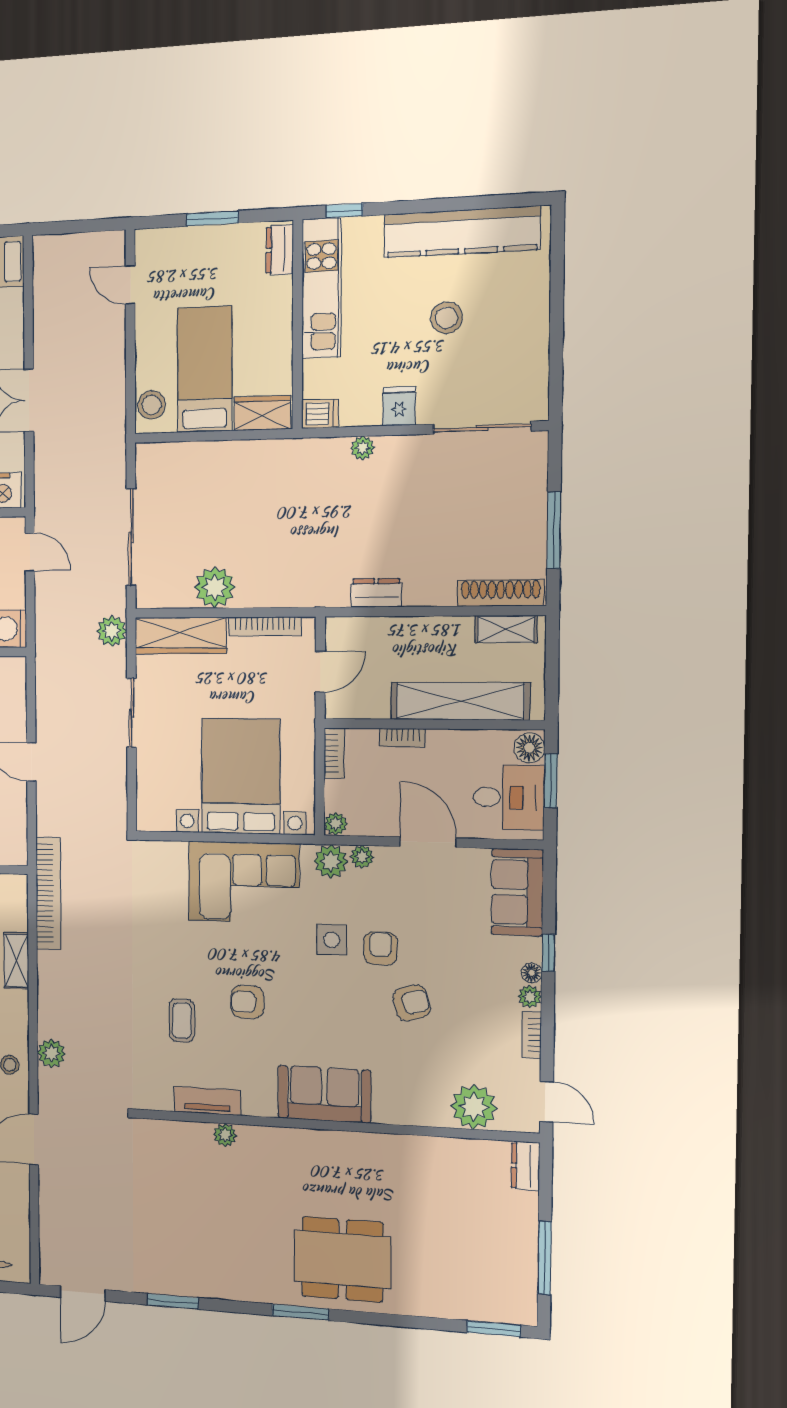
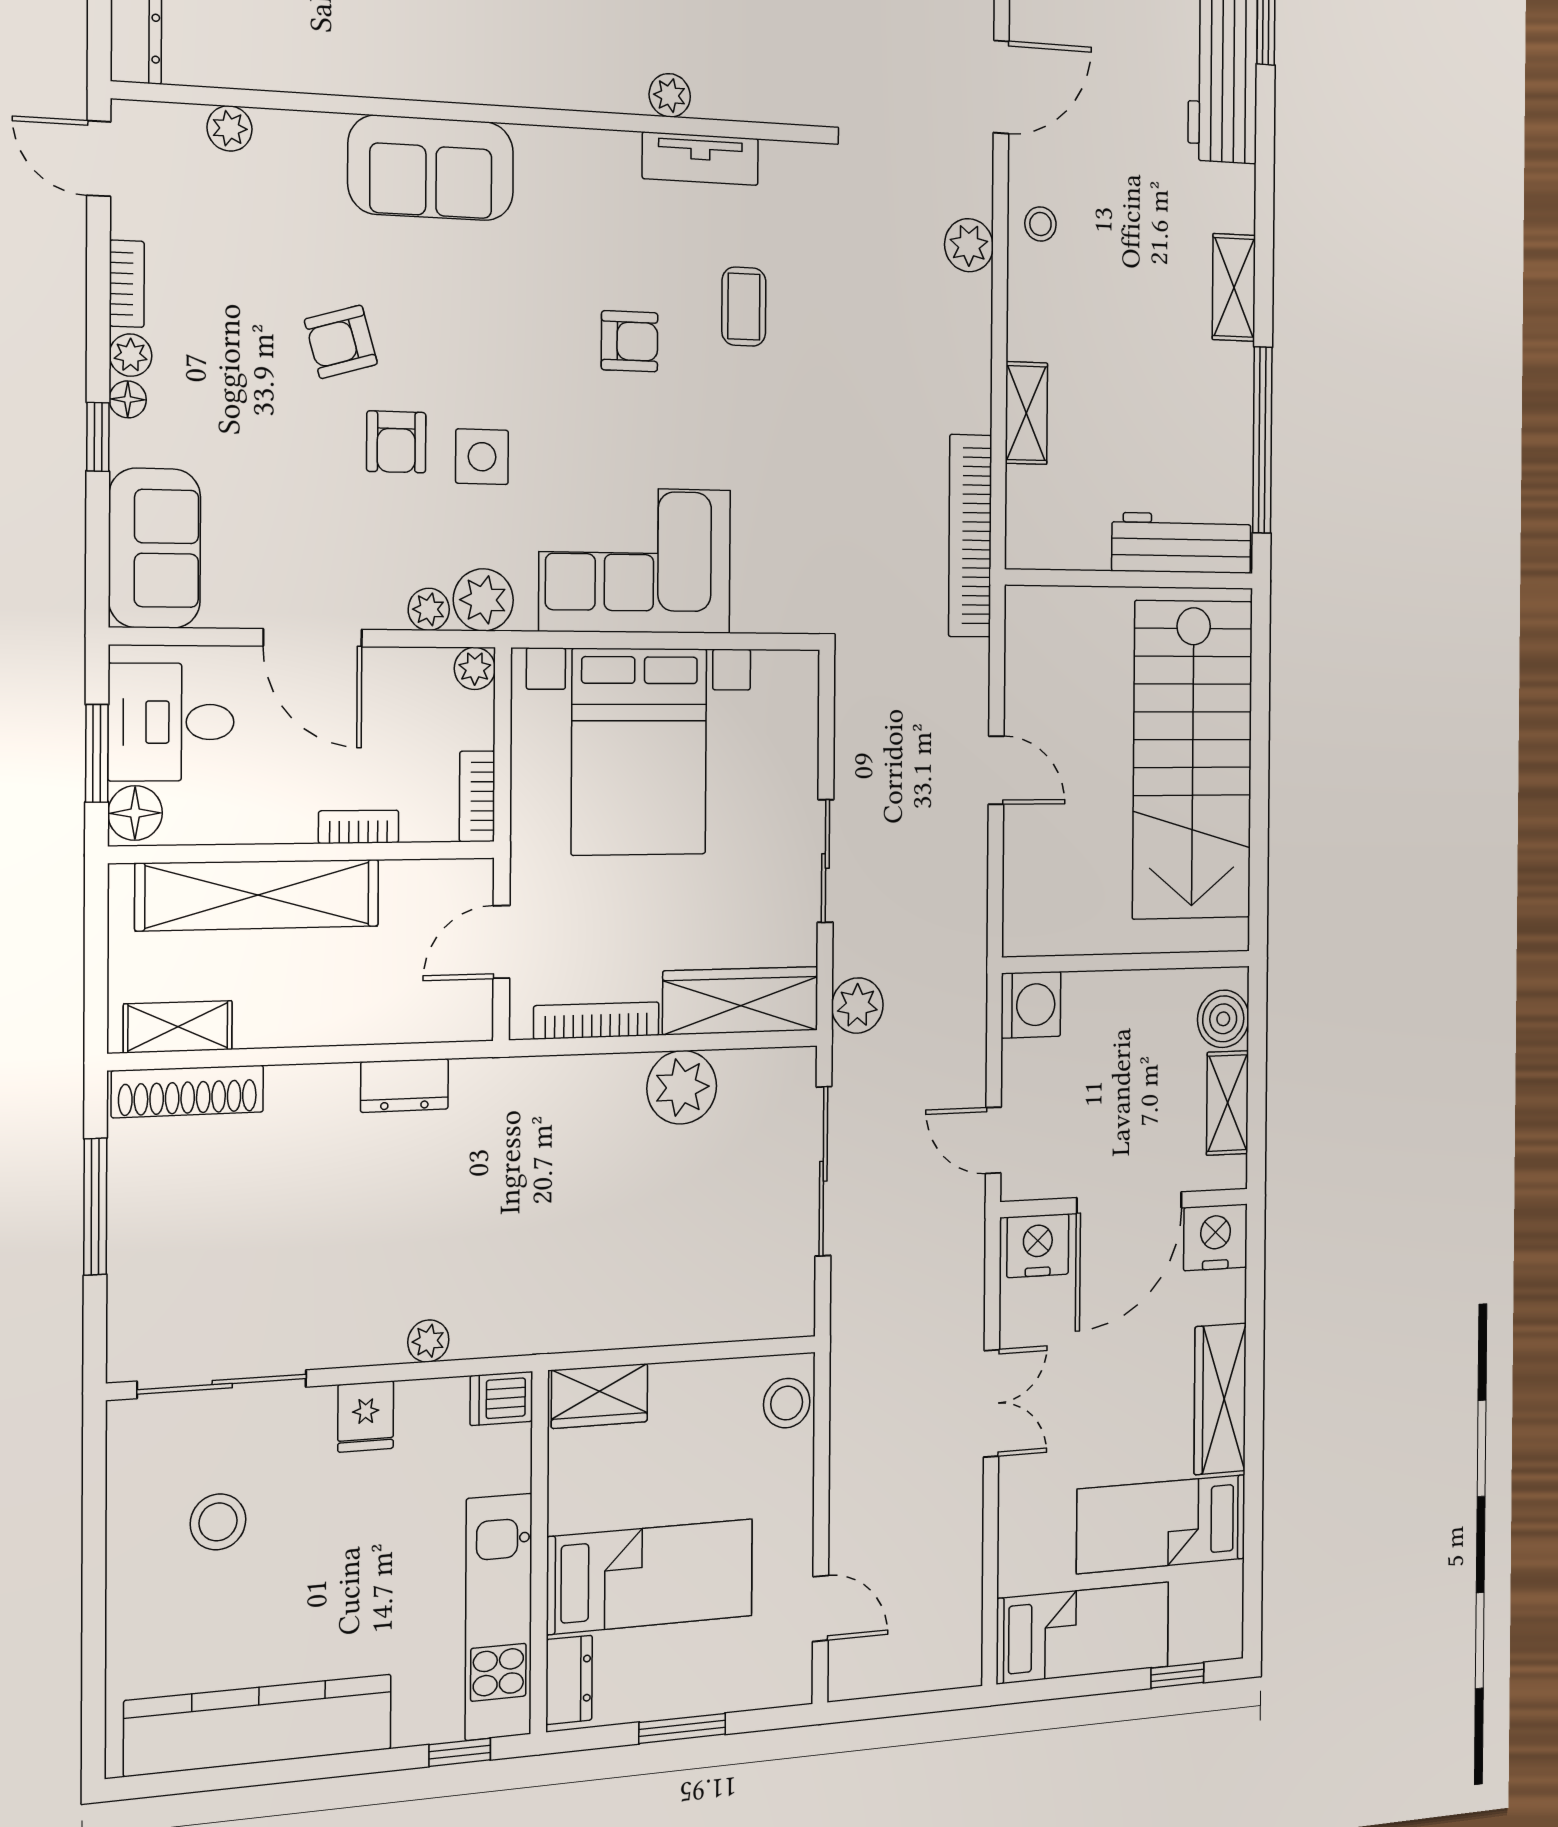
stool: (446, 318) -> (218, 1522), moved
bed: (205, 369) -> (650, 1576), moved, turned -90
sofa: (324, 1094) -> (431, 168), moved
plant: (474, 1107) -> (229, 128), width x0.53, depth x0.53

